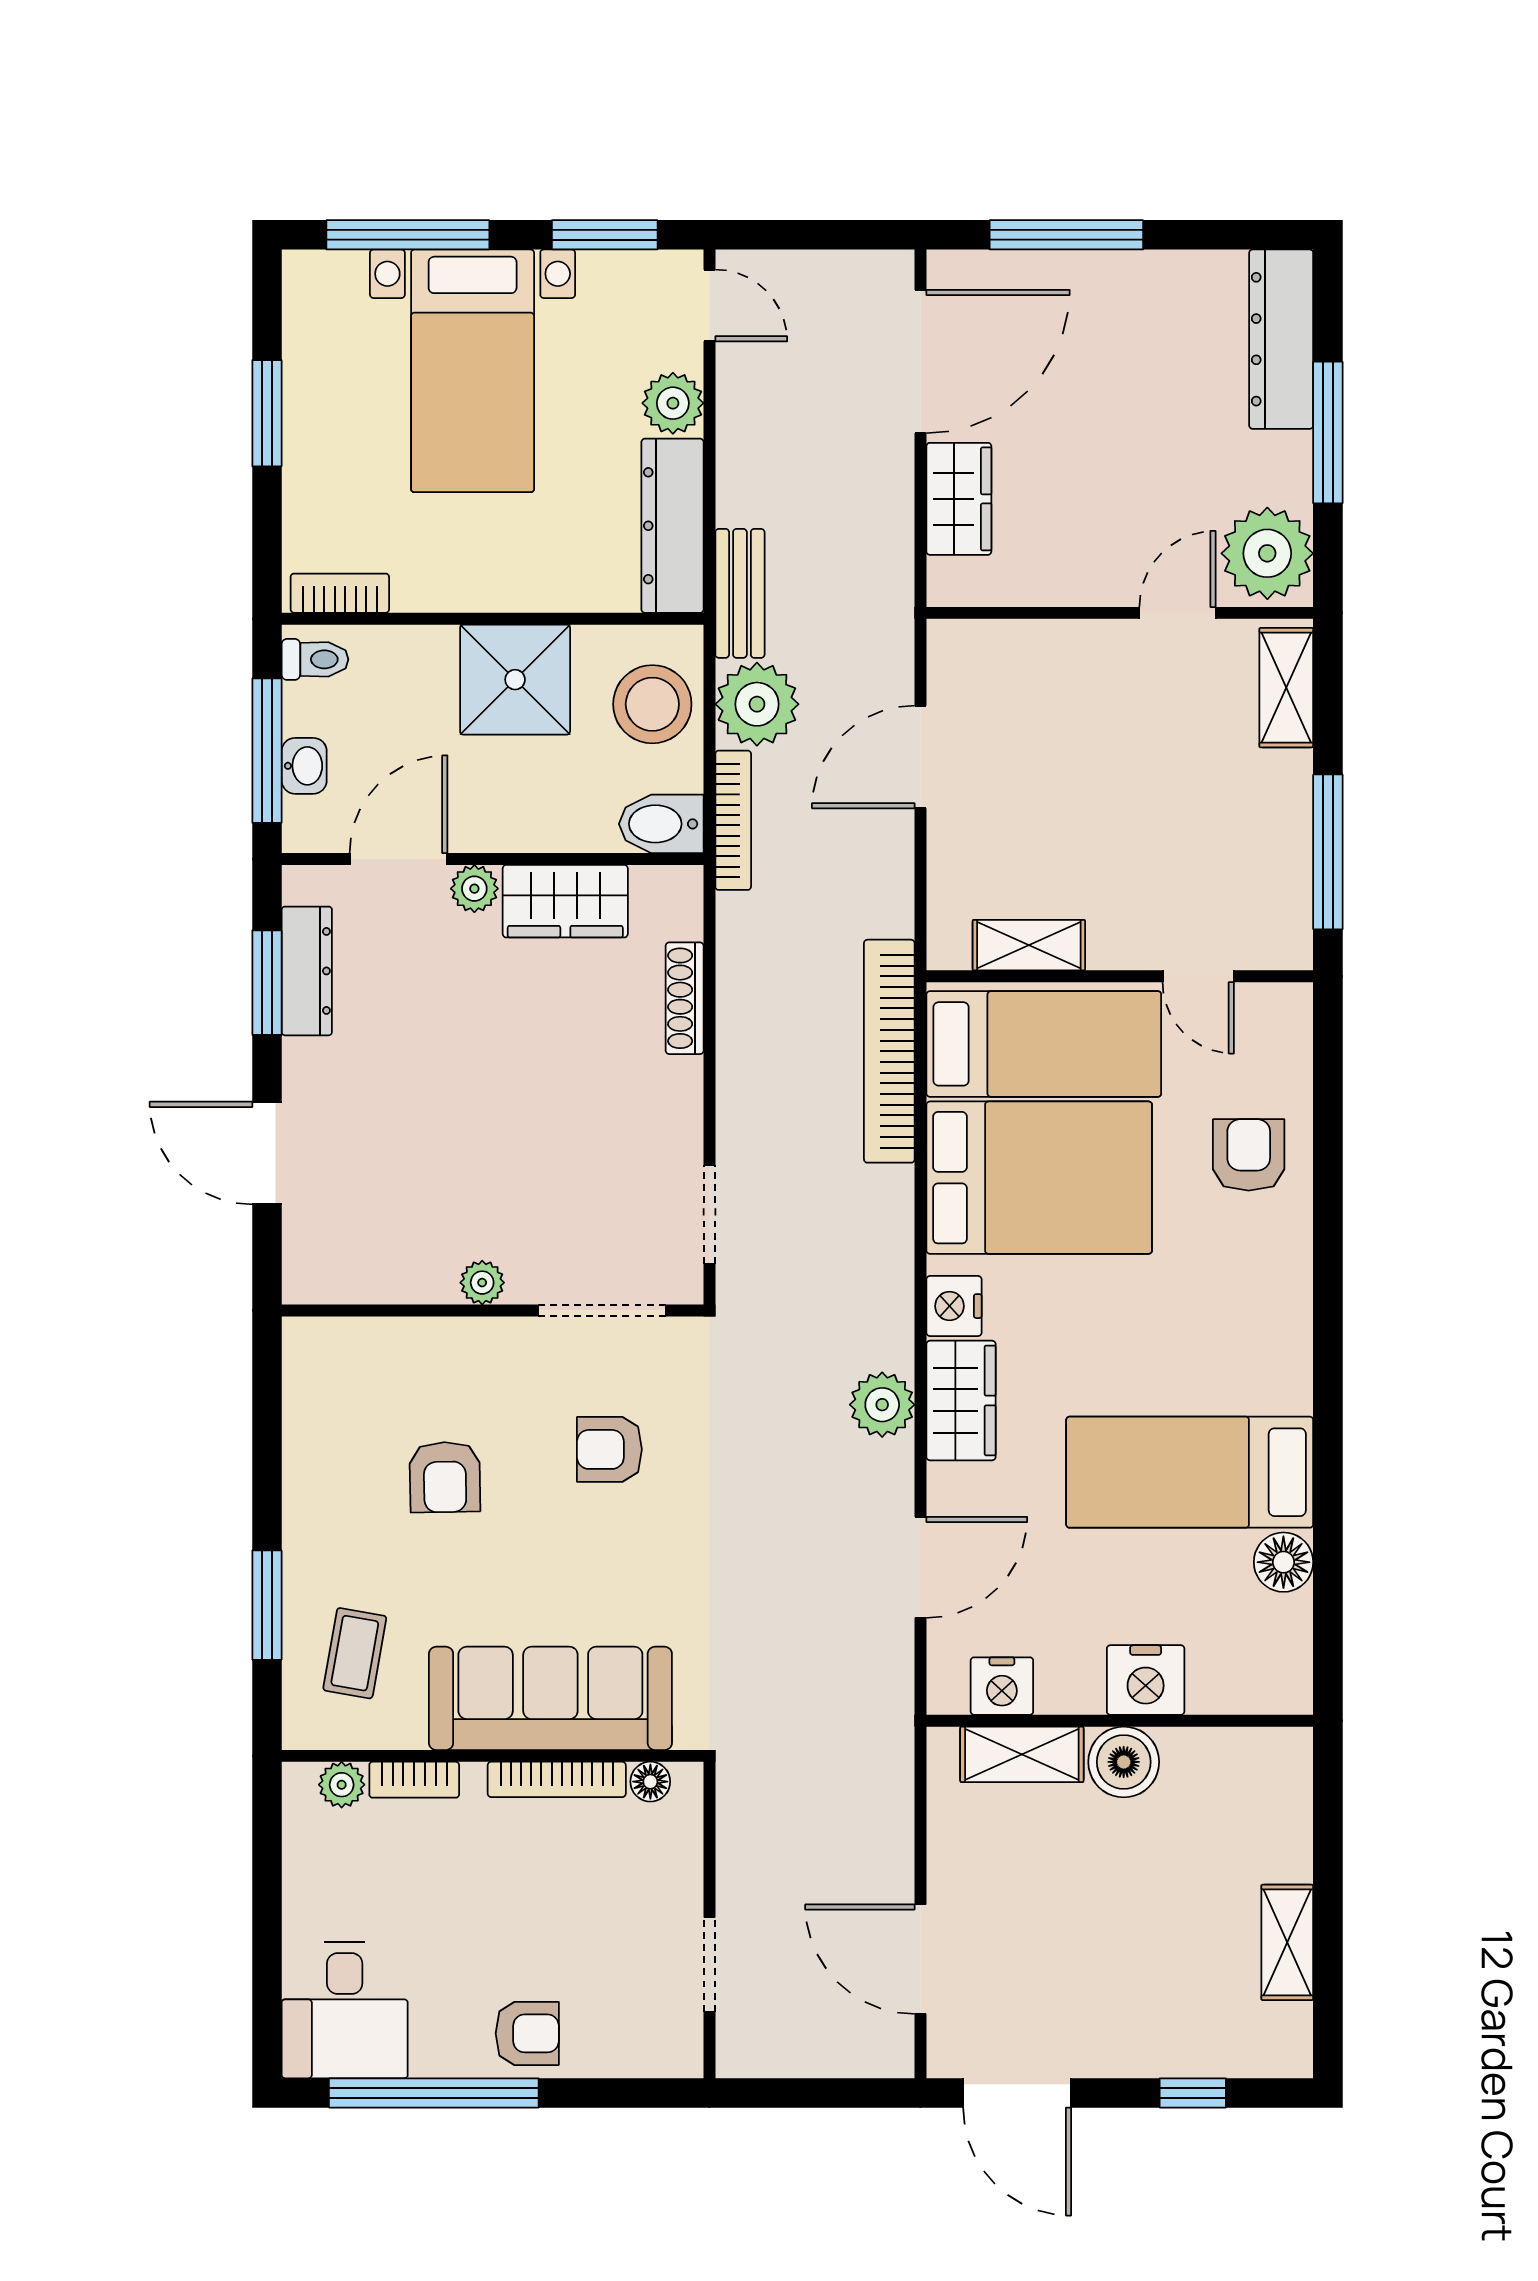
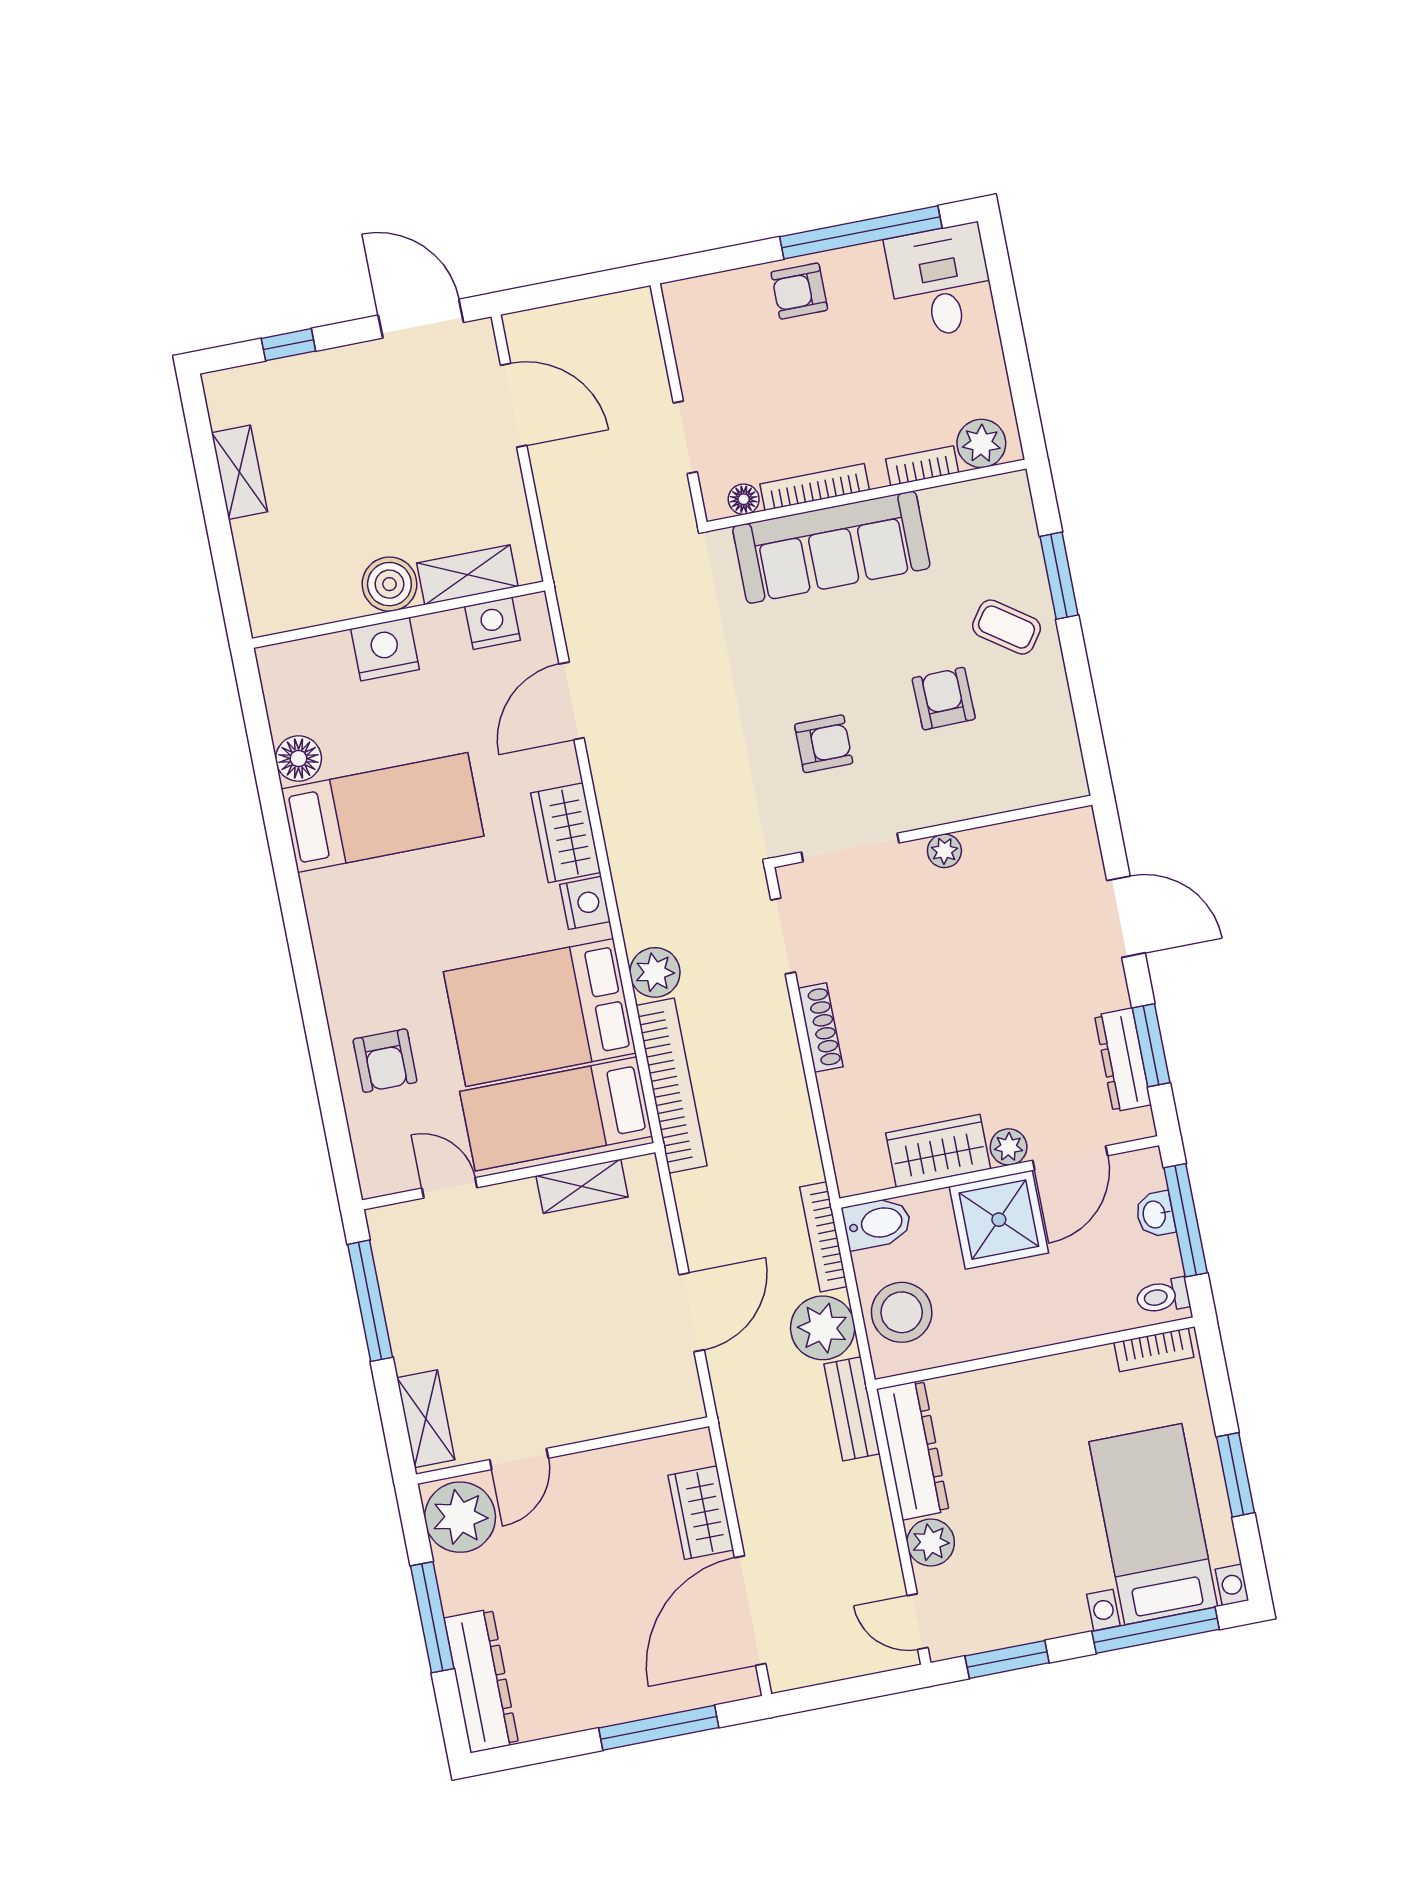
bed with nightstands: (473, 371) -> (1153, 1524), moved
shower: (515, 680) -> (999, 1220), moved
shoe rack: (685, 998) -> (820, 1028), moved
plant: (882, 1405) -> (655, 972), moved
coffee table: (355, 1653) -> (1006, 627), moved, turned -65
plant: (342, 1785) -> (981, 443), width x1.38, depth x1.38
doorway: (709, 1965) -> (685, 437), moved

